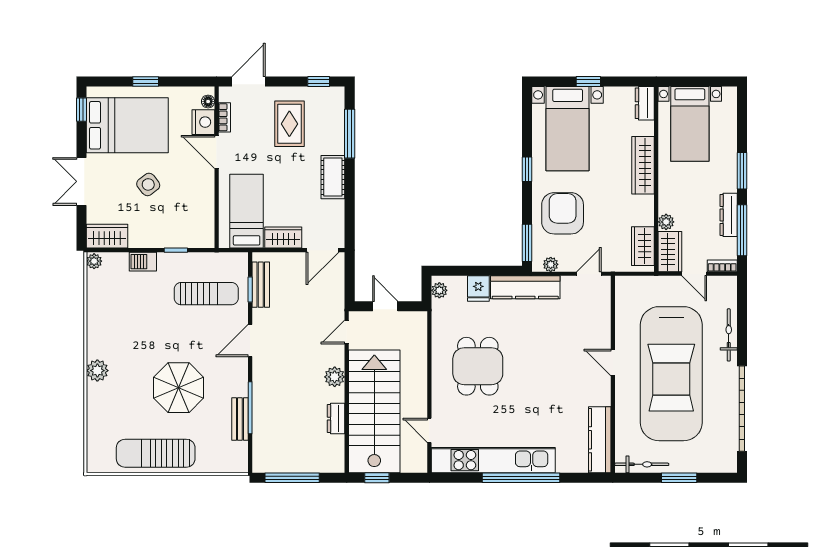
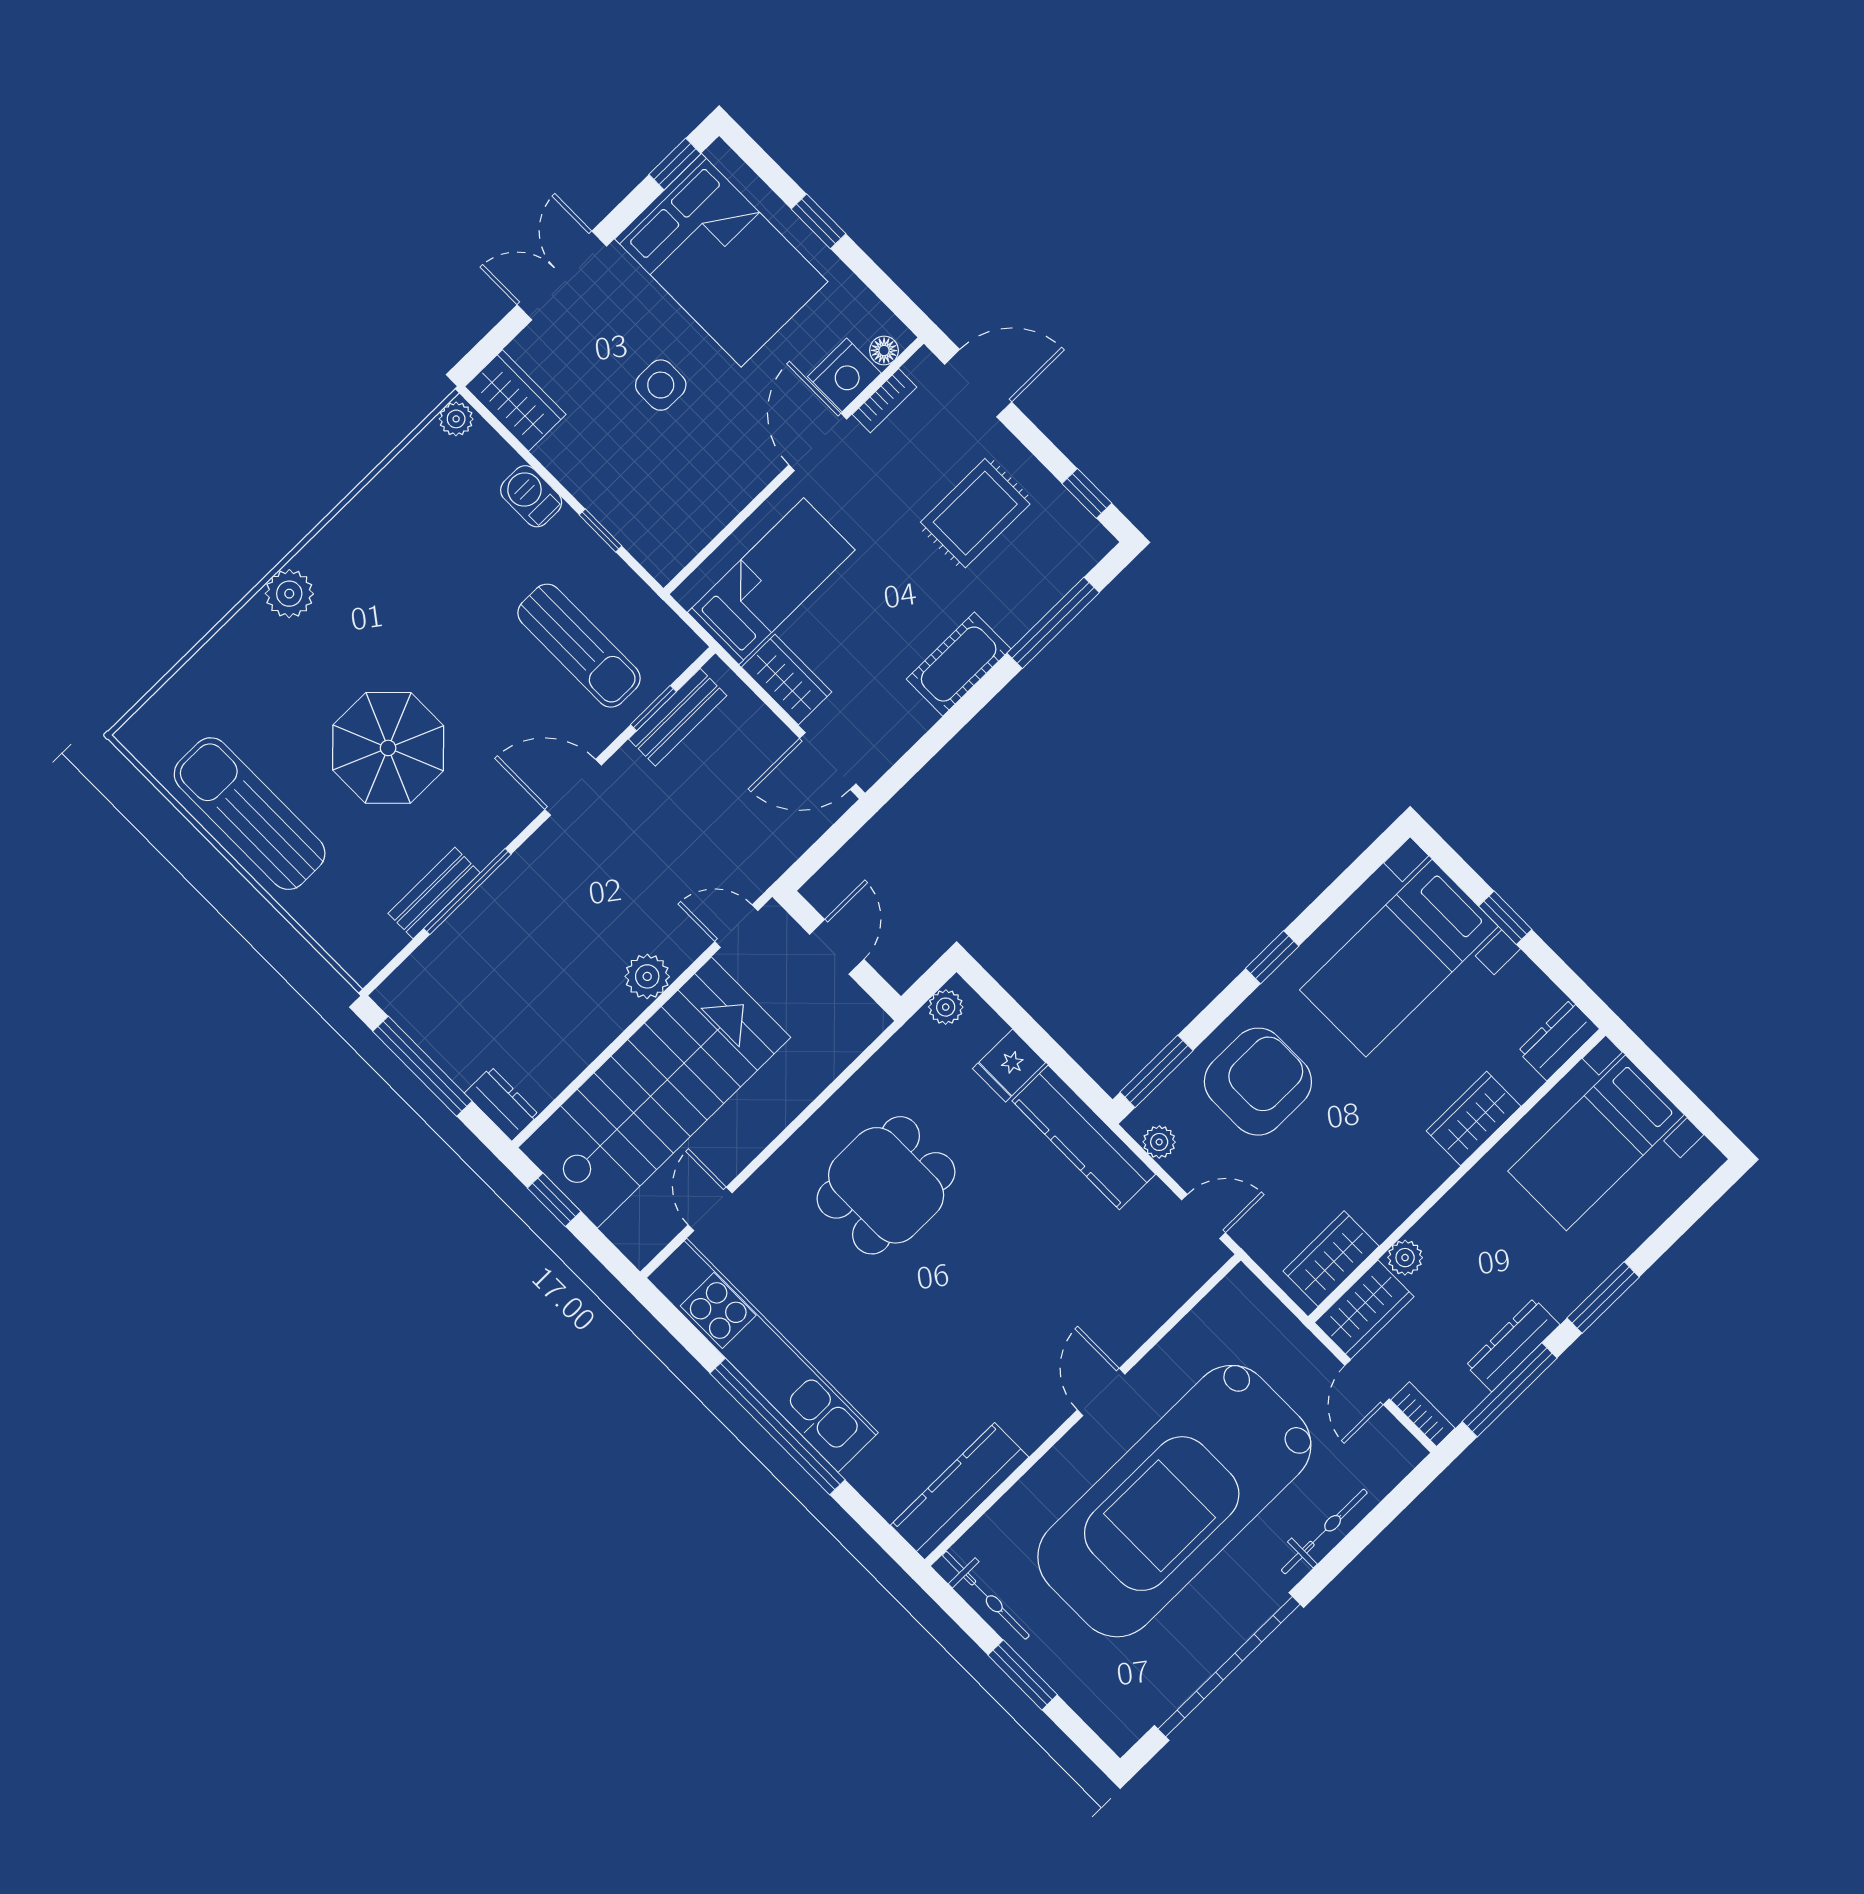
wardrobe: (643, 165) -> (1474, 1119), width x0.67
side table: (148, 184) -> (661, 385), turned 38
dresser: (336, 419) -> (502, 1104), moved, turned 90

